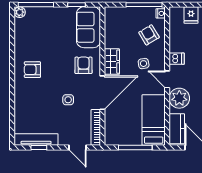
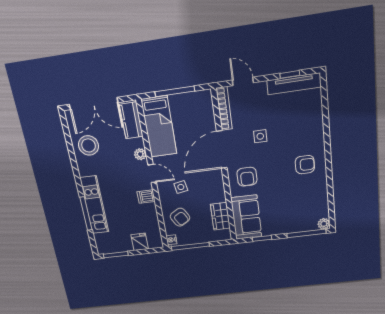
wardrobe: (112, 62) -> (220, 216), moved
plant: (179, 98) -> (140, 154), width x0.53, depth x0.53

